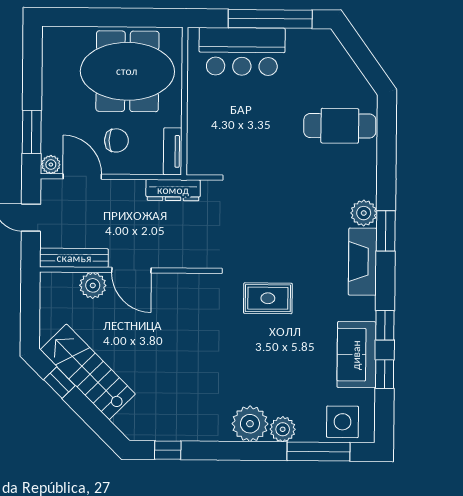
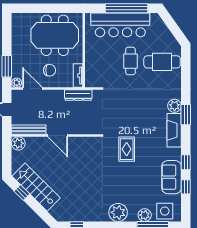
bar counter: (242, 51) -> (120, 25), width x1.36
cafe table: (277, 124) -> (130, 61), added
plant: (93, 285) -> (18, 143), moved
rug: (268, 298) -> (127, 149), turned 90
plant: (283, 429) -> (145, 215), moved

